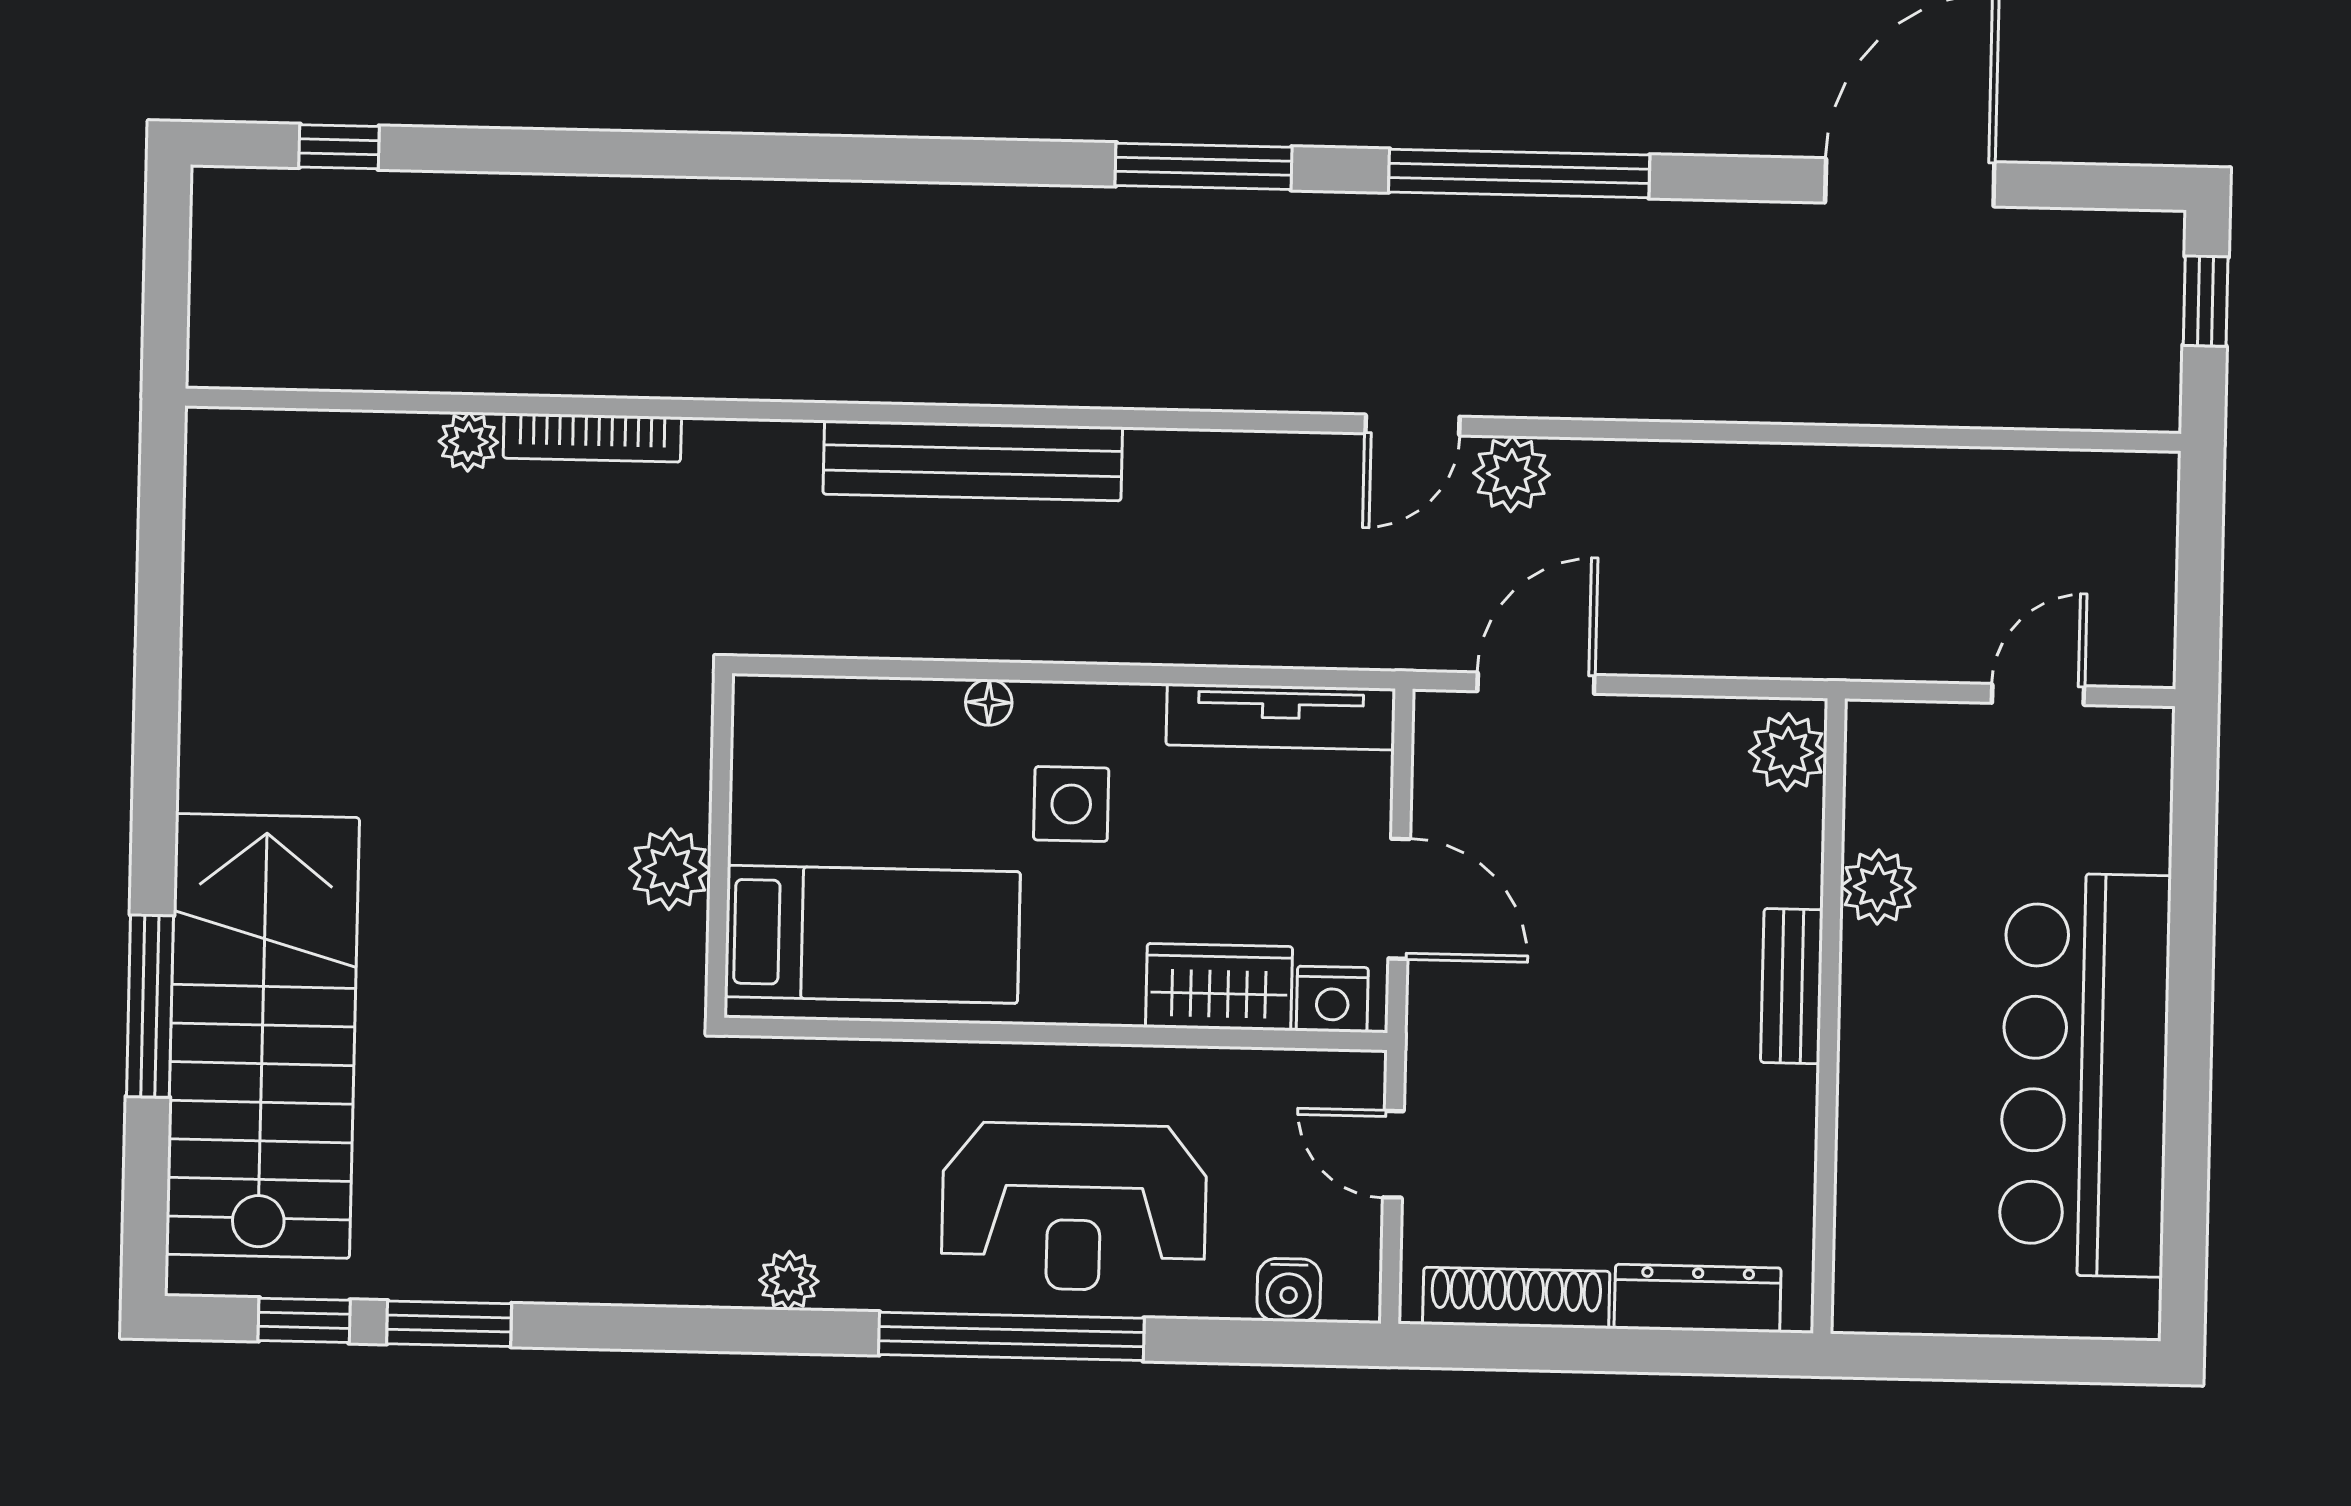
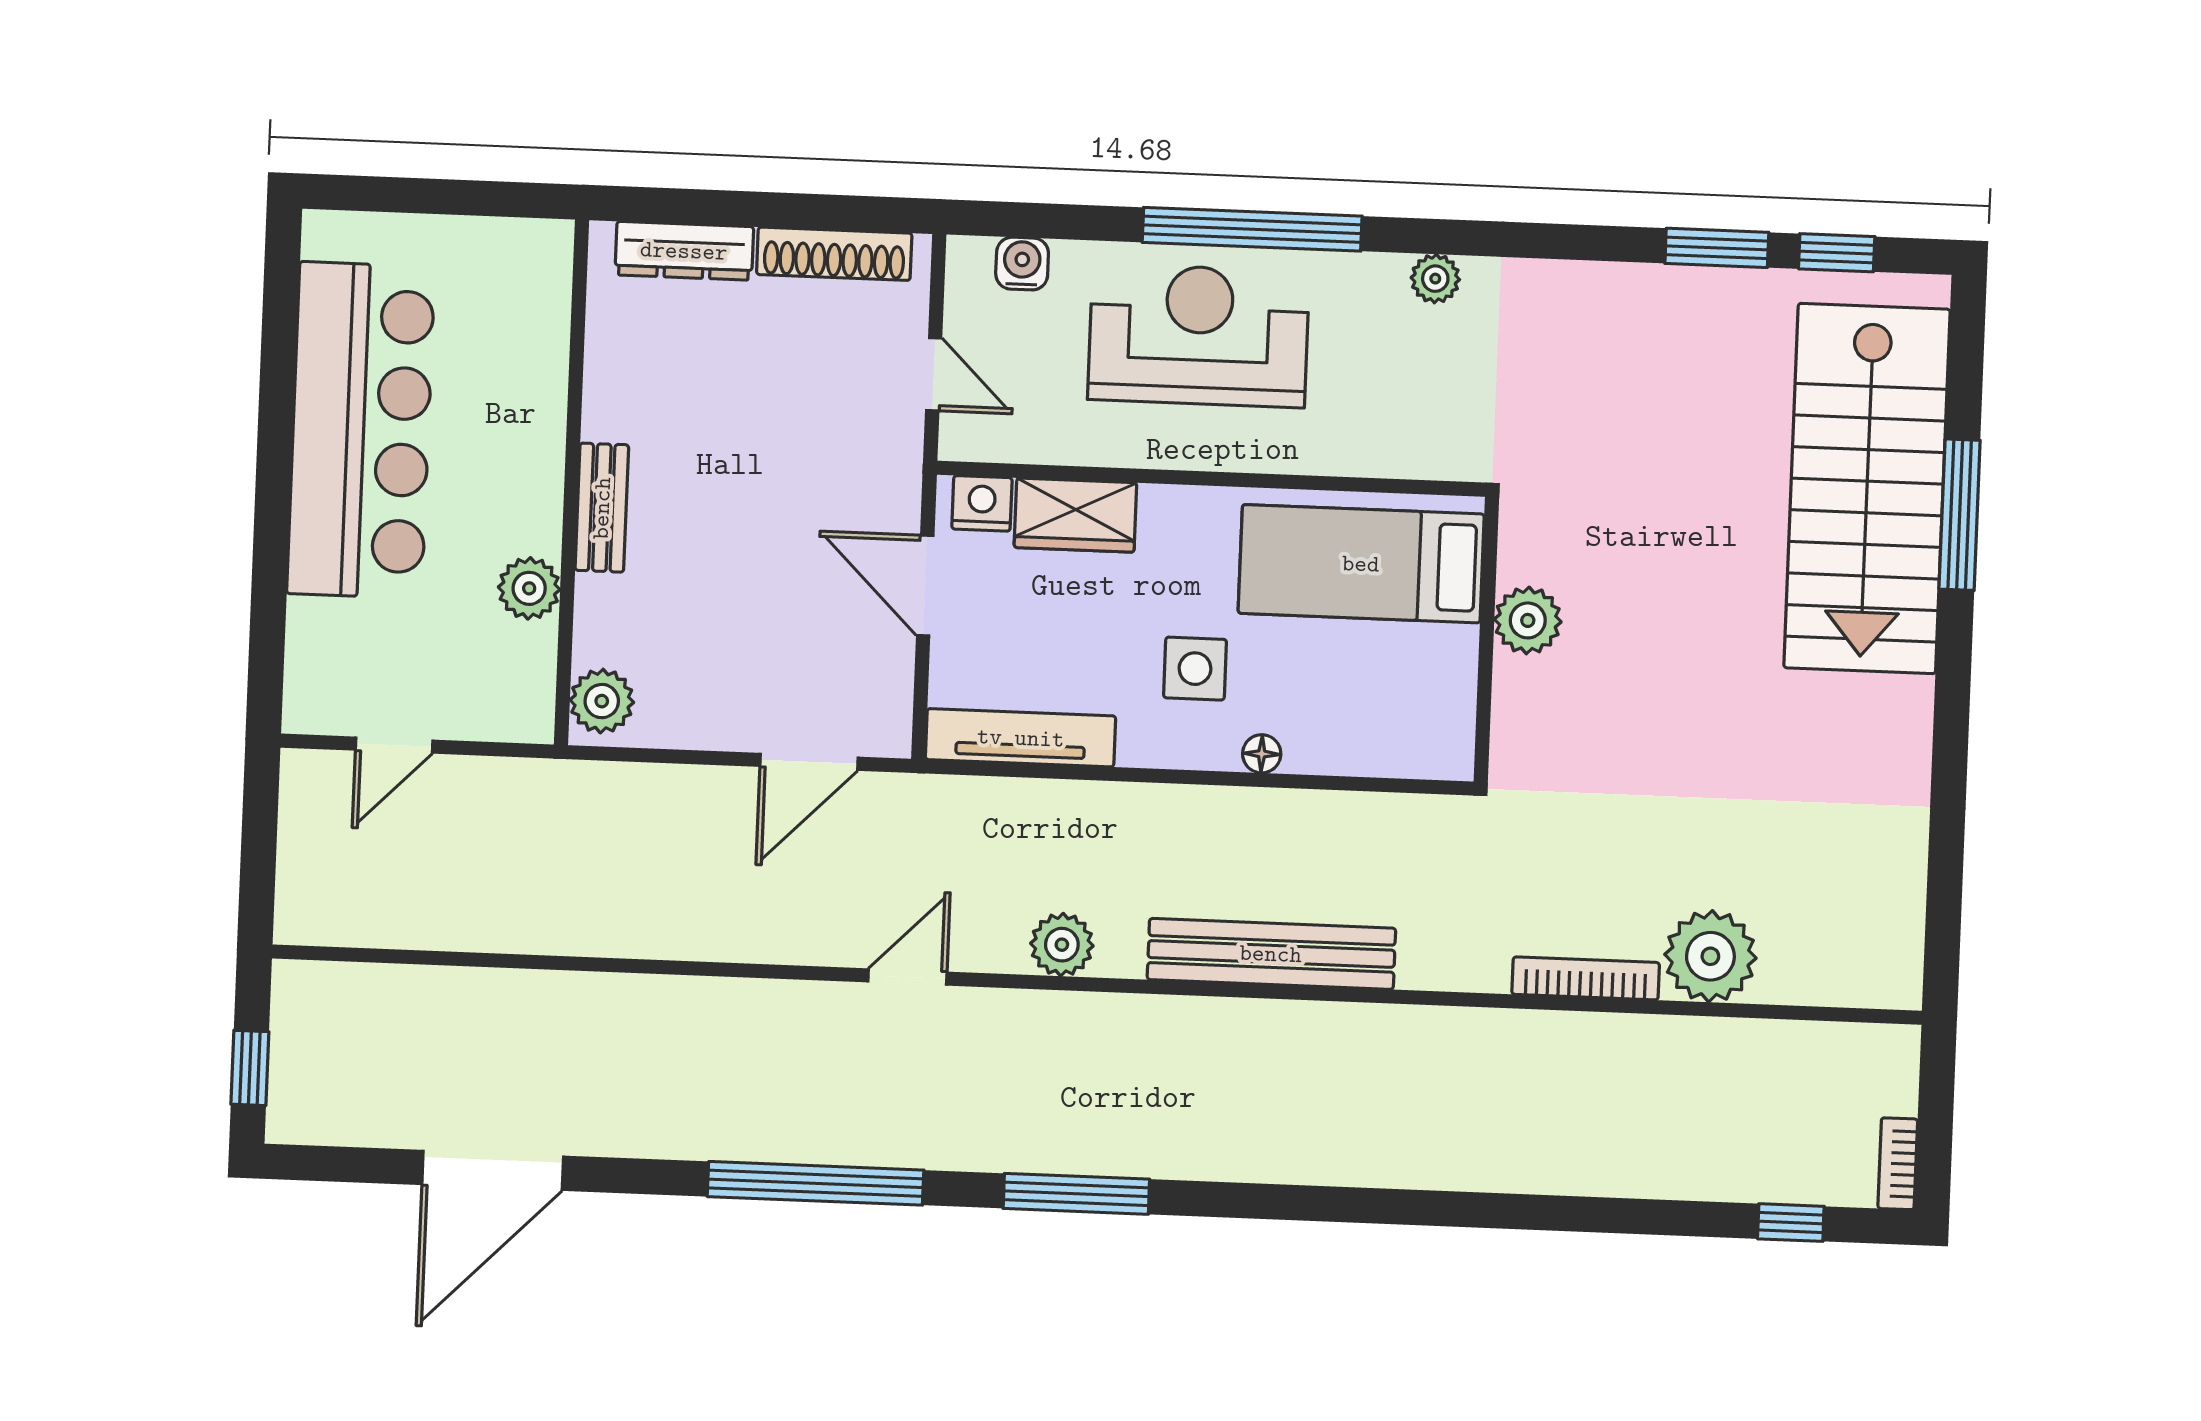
bookcase: (211, 220) -> (1898, 1164), added
plant: (468, 442) -> (1710, 956), width x1.88, depth x1.88
plant: (1512, 474) -> (1062, 945), moved

